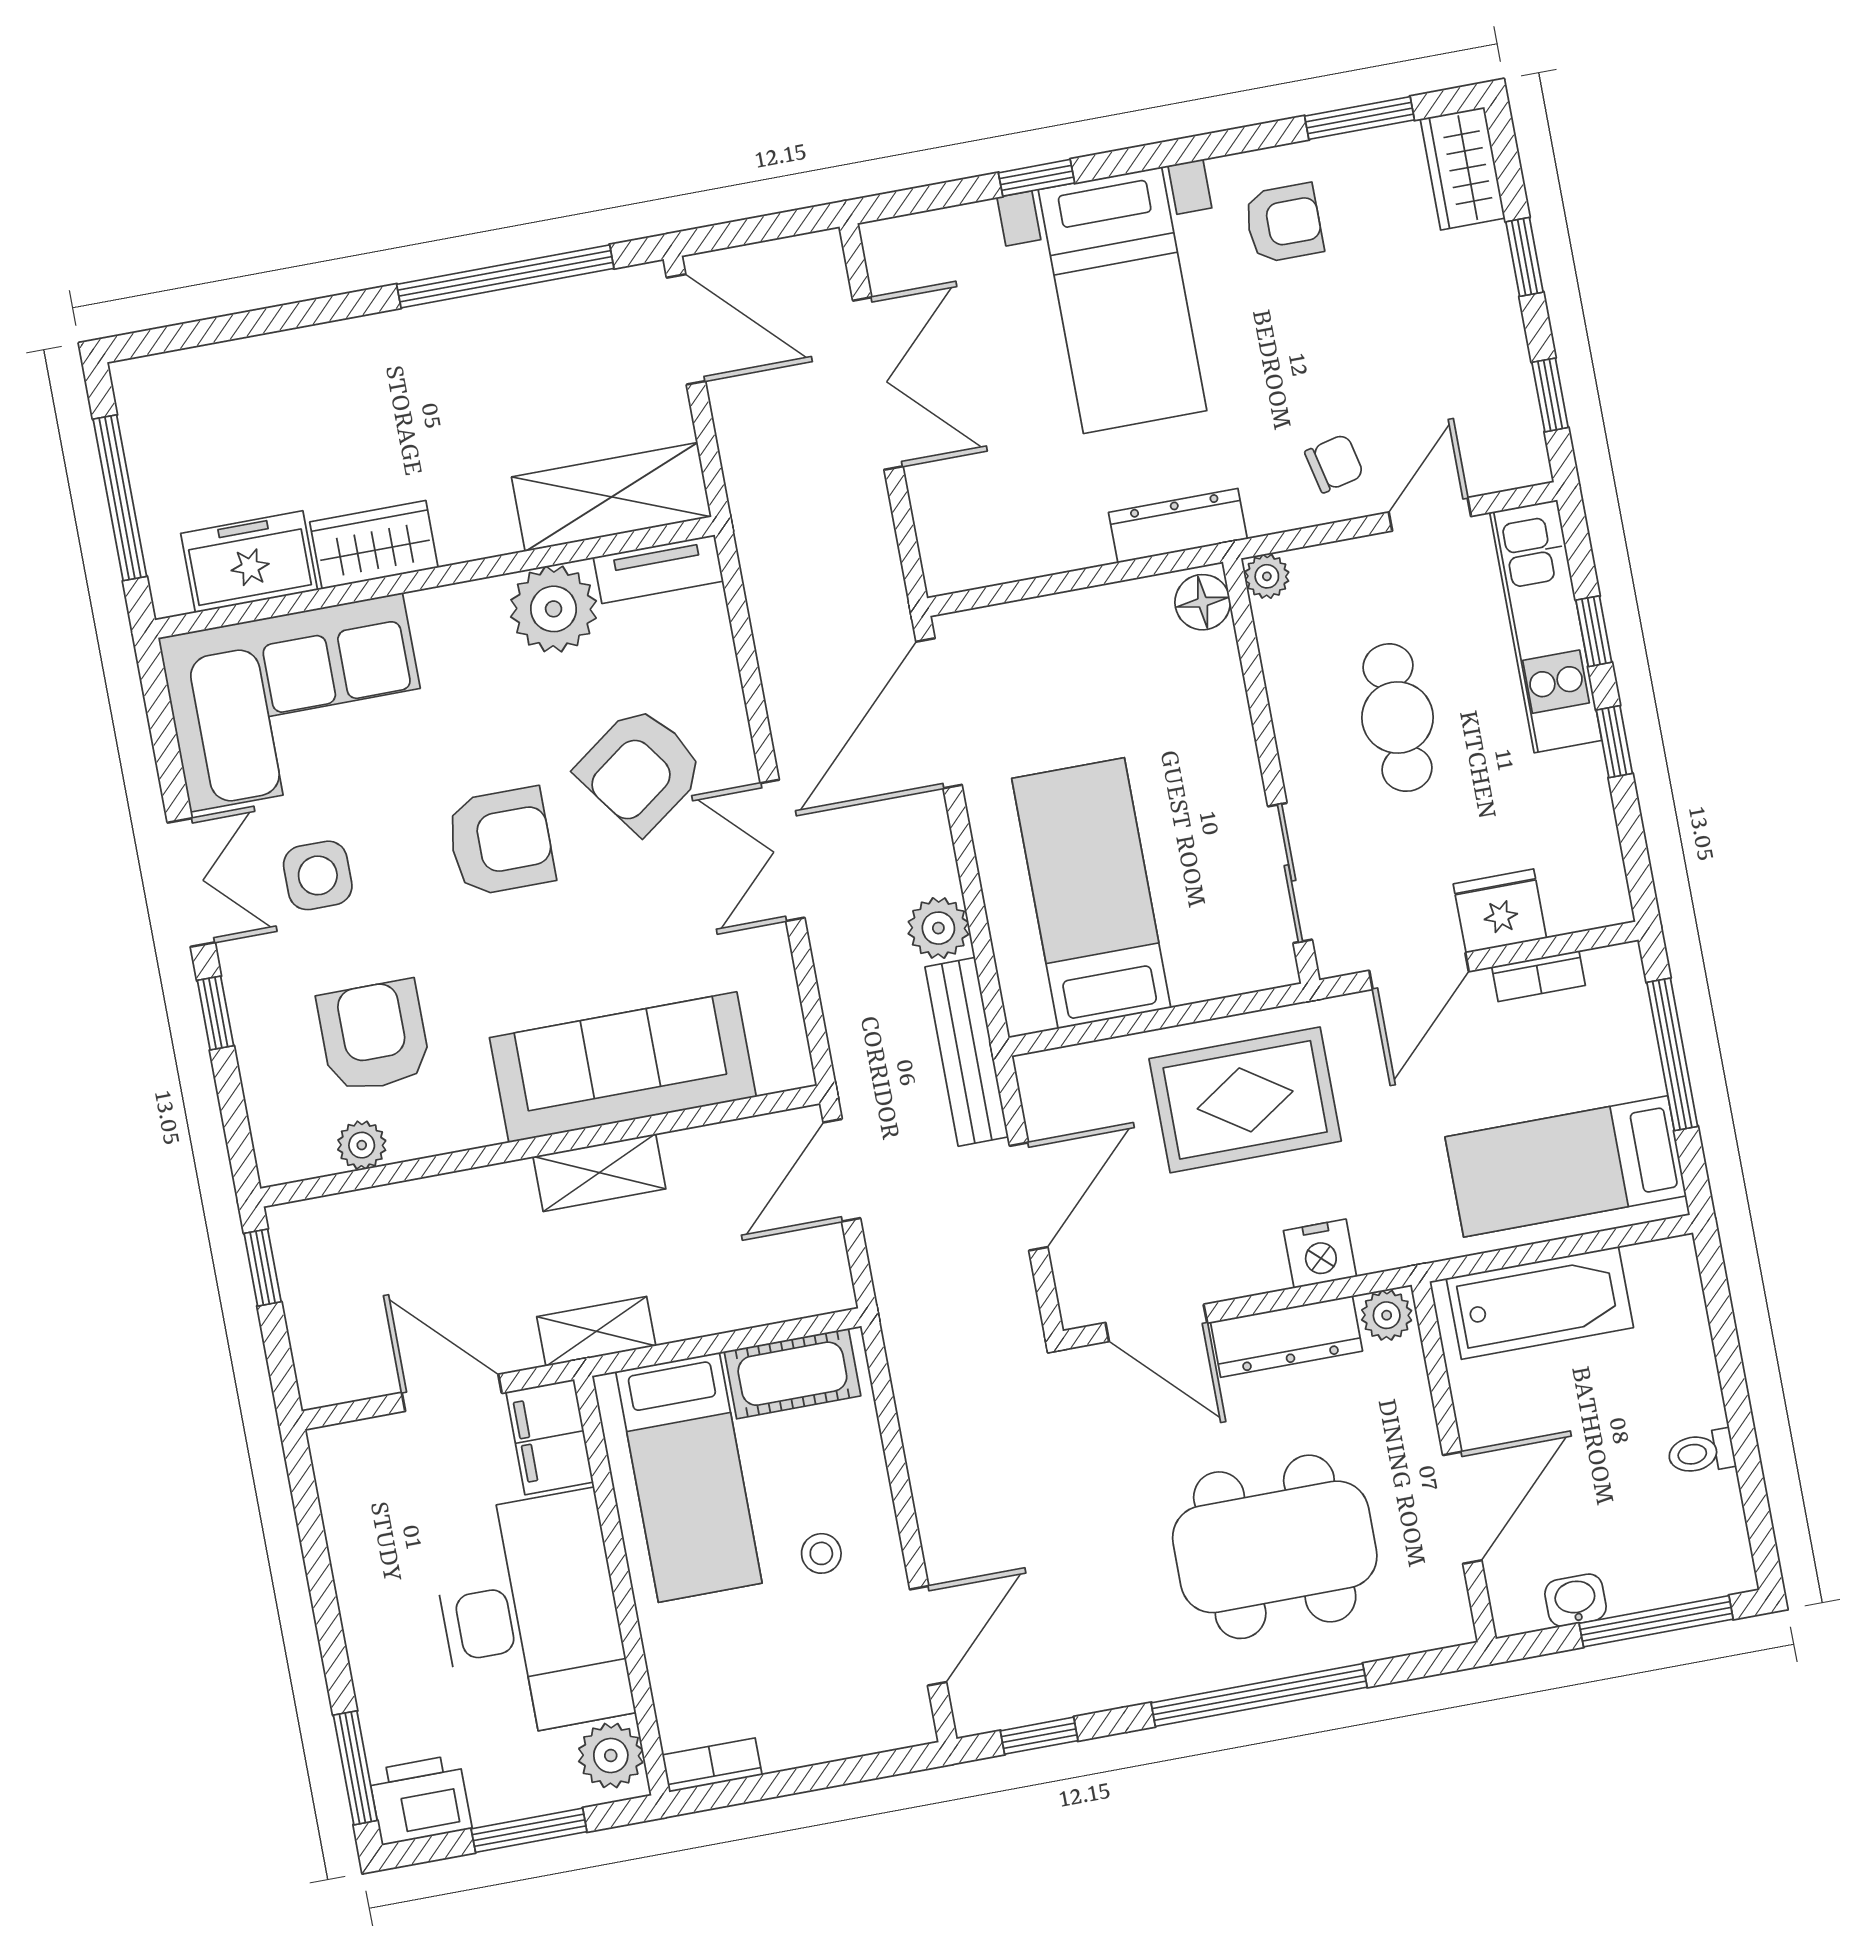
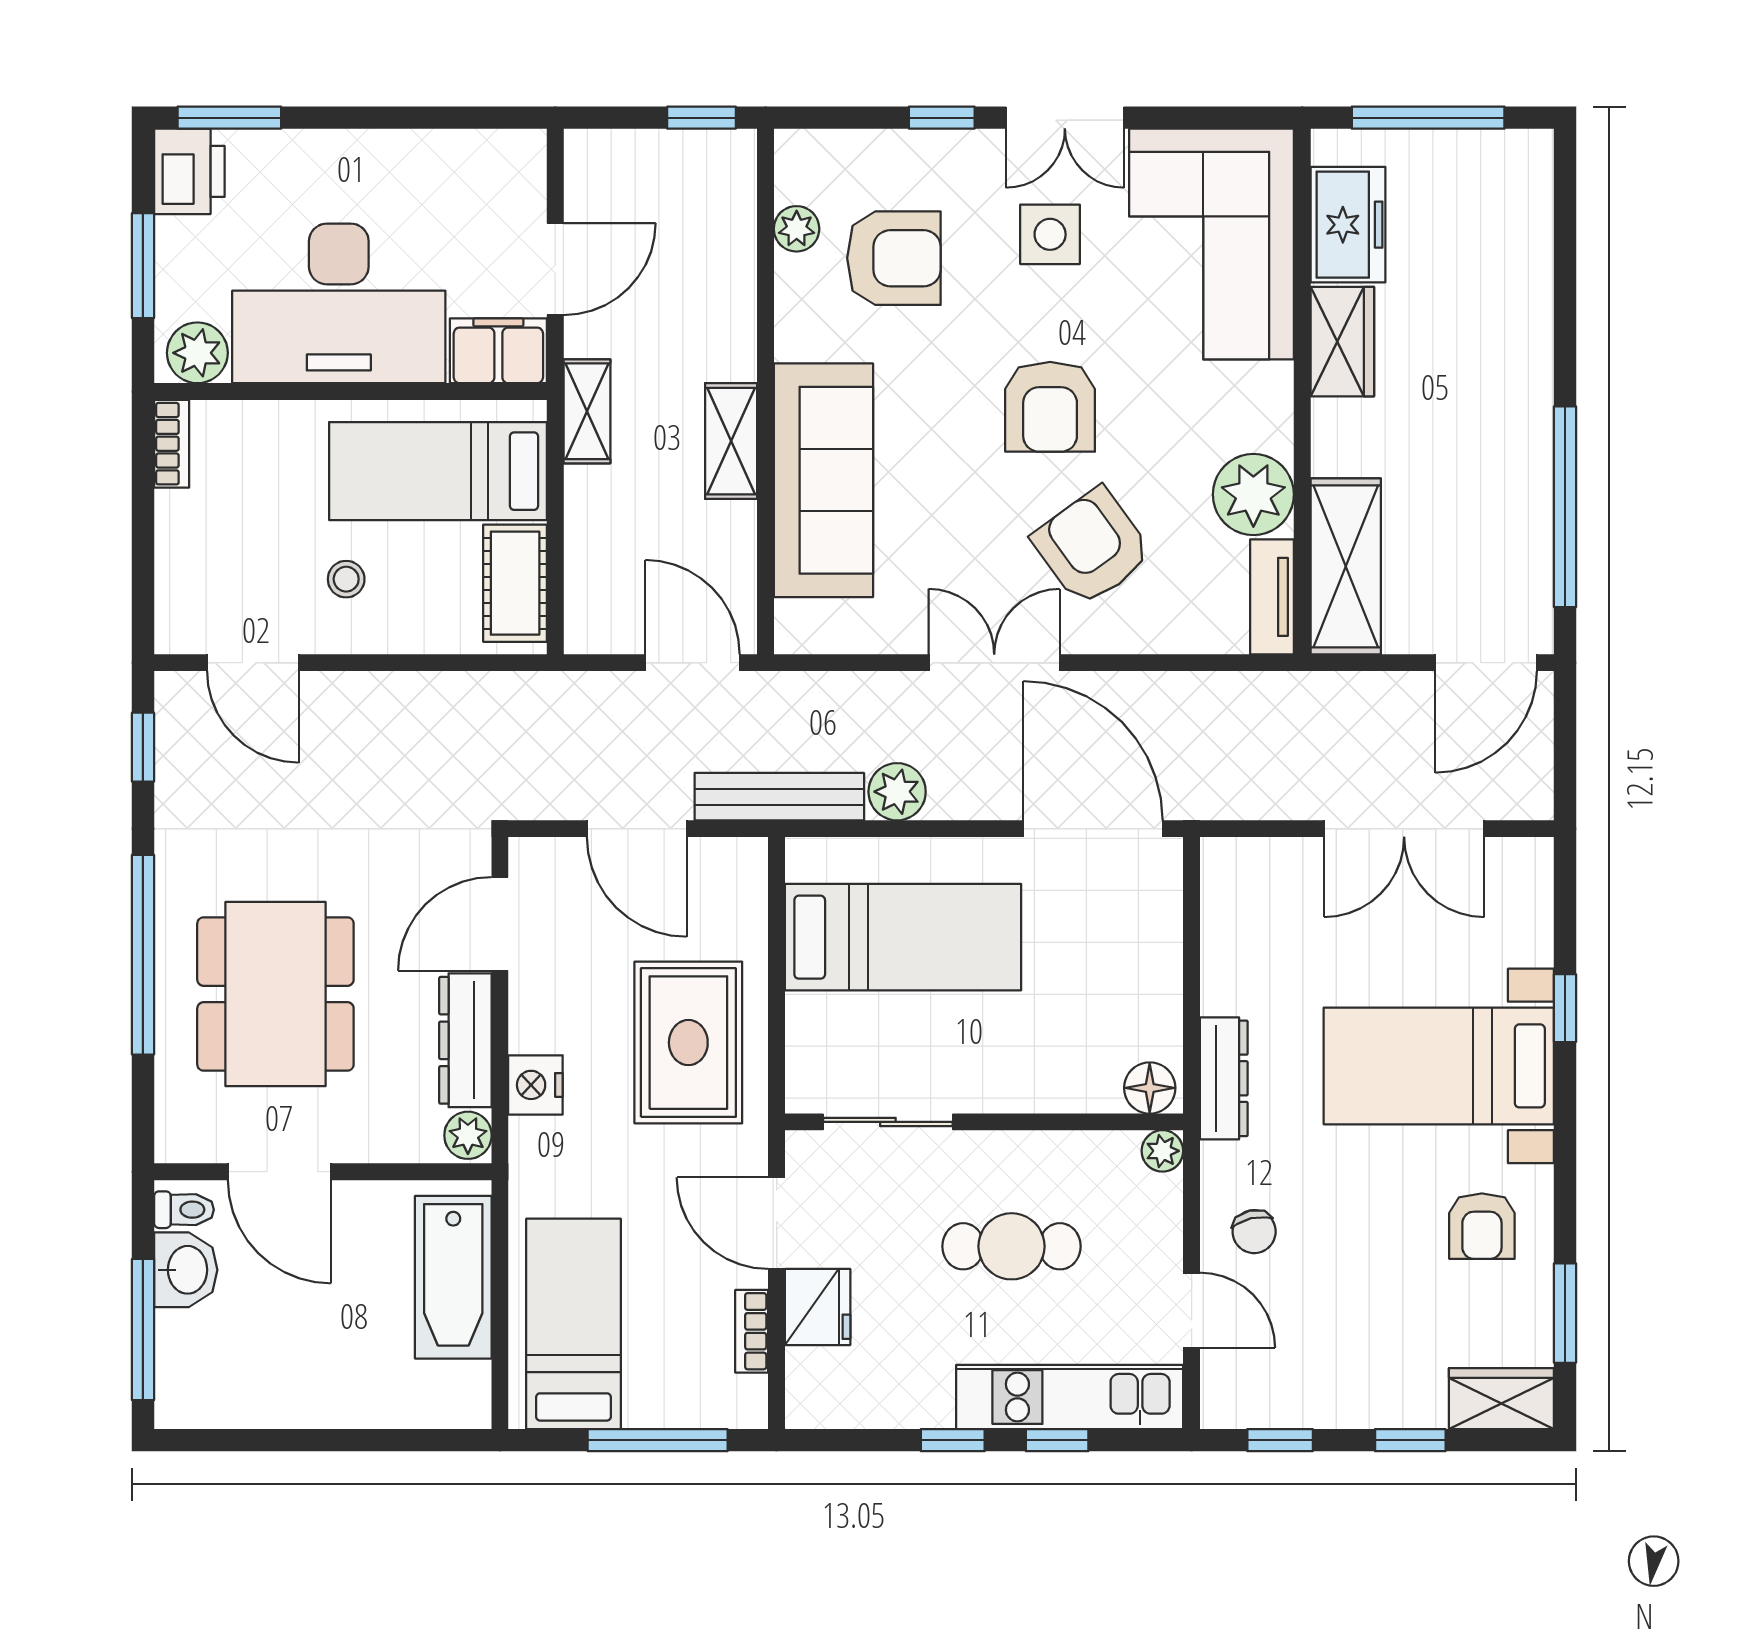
toilet: (1701, 1453) -> (184, 1210), moved, turned 90
washbasin: (1576, 1600) -> (186, 1270), width x1.38, depth x1.45

